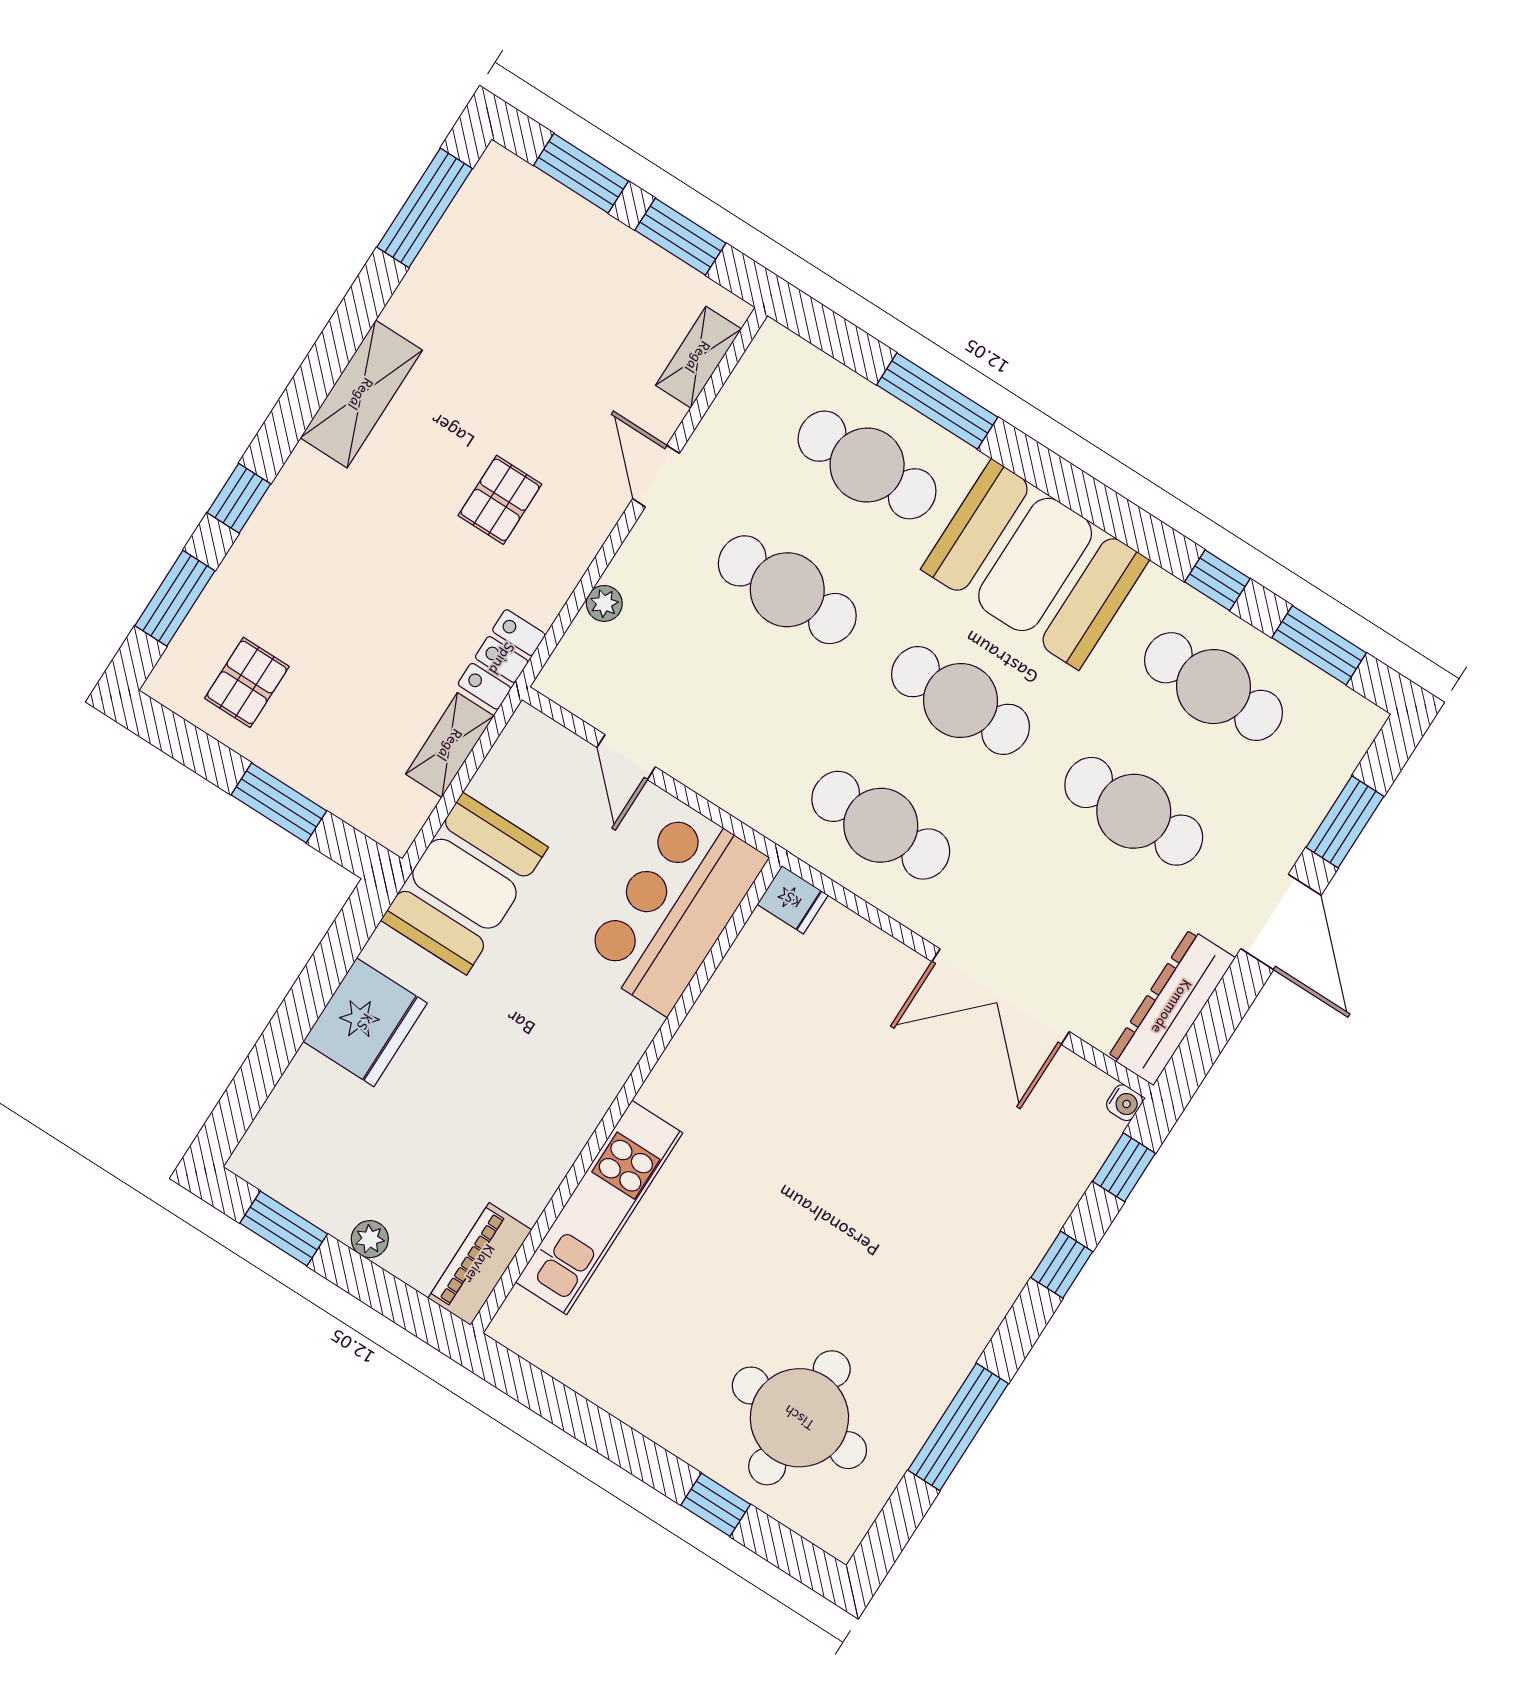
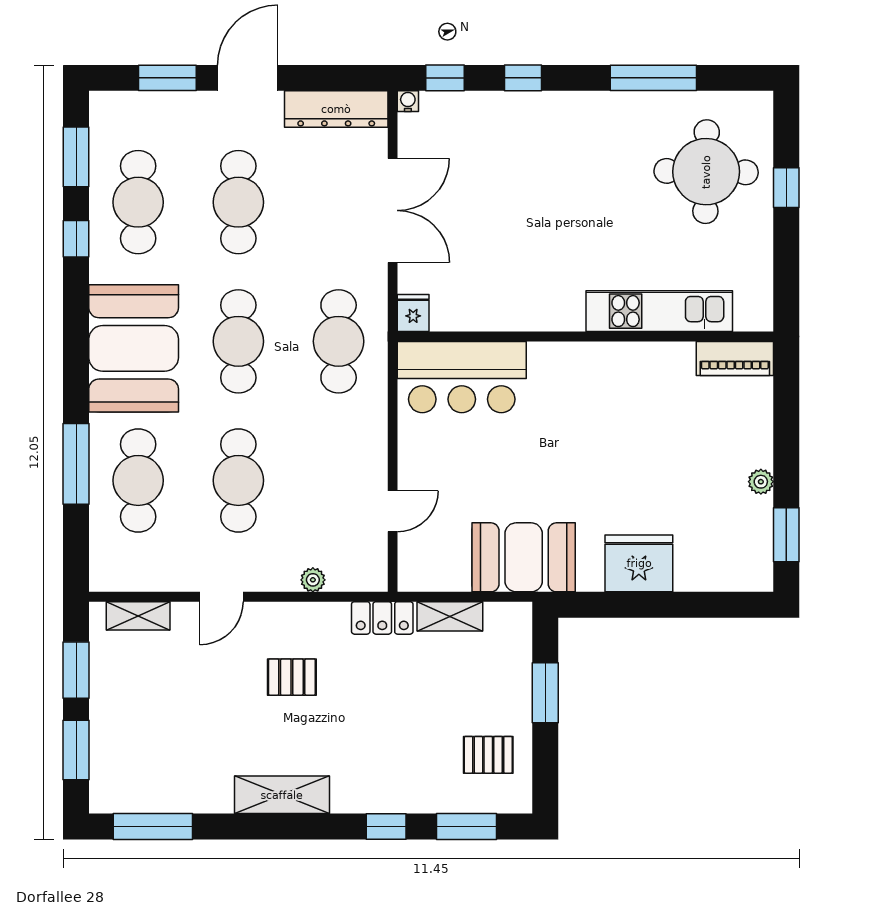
fridge: (793, 900) -> (413, 313), moved
bar counter: (674, 909) -> (462, 377), moved
wall: (626, 1095) -> (585, 337), moved
kitchen unit: (599, 1208) -> (659, 311), moved
piano: (480, 1264) -> (735, 359), moved

